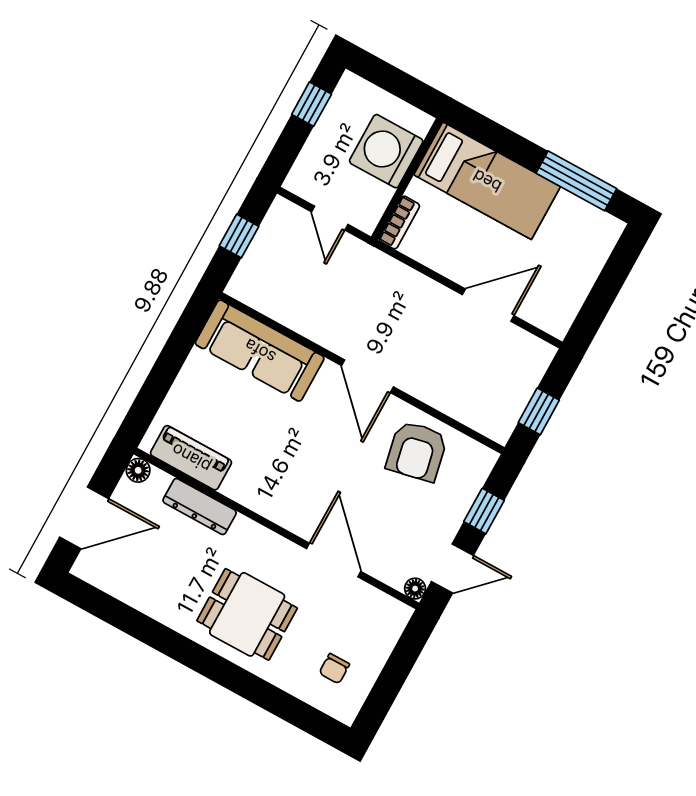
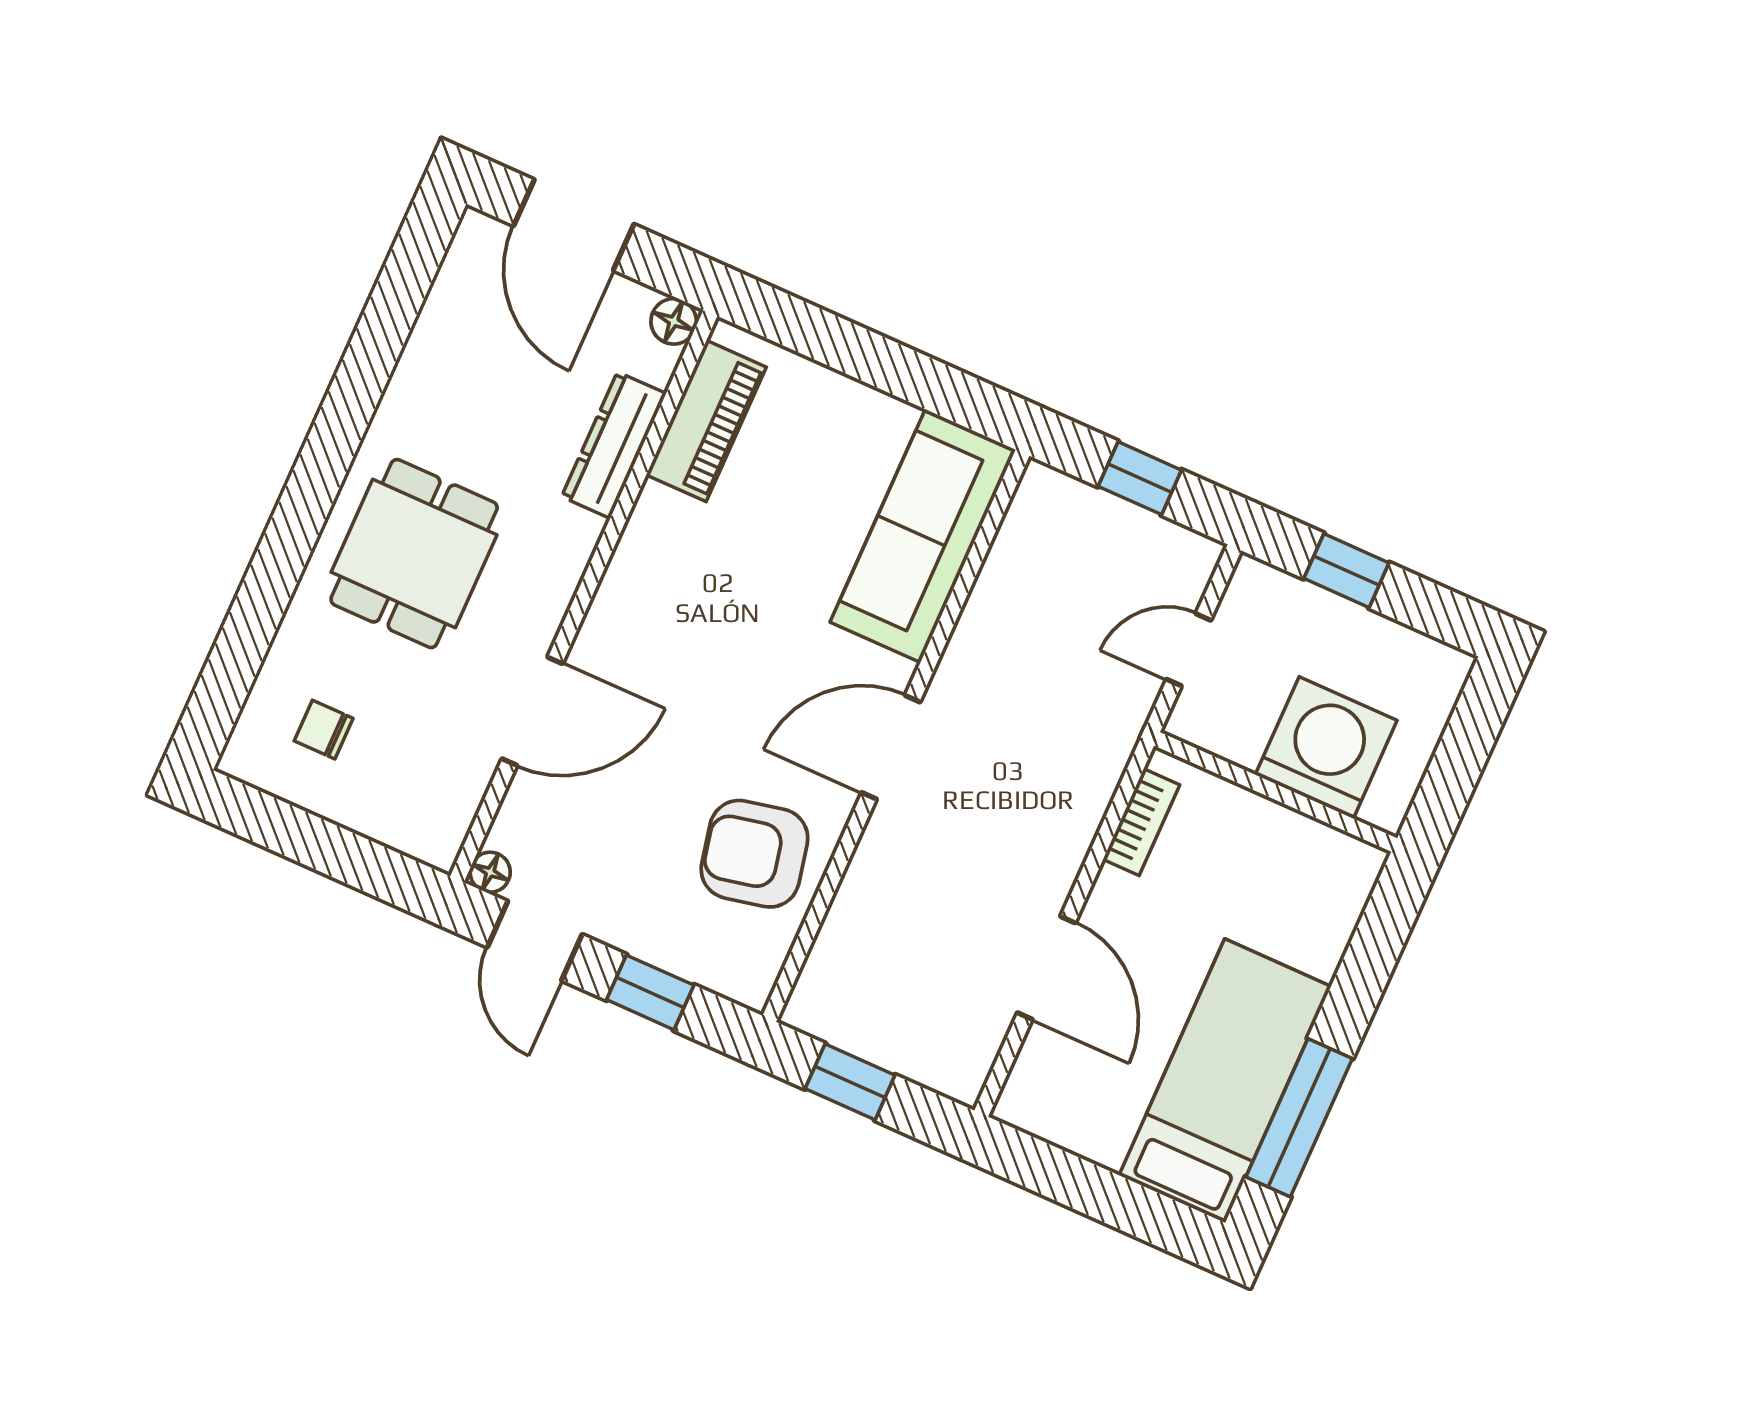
window: (312, 104) -> (1346, 571), moved
bed: (487, 181) -> (1225, 1081), moved, turned 180
bookcase: (399, 223) -> (1141, 822), moved, turned -90

